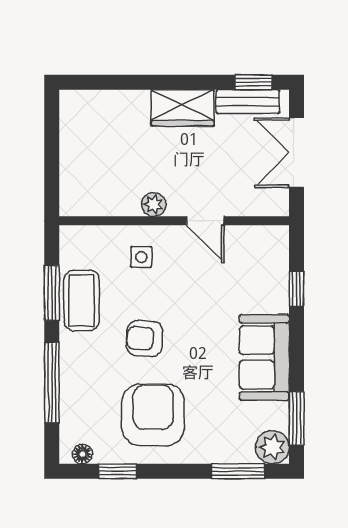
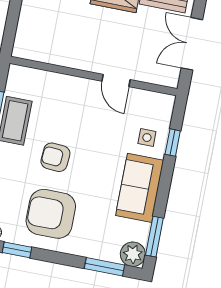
plant: (154, 204) -> (81, 61), removed
side table: (141, 257) -> (147, 138), moved
armchair: (153, 415) -> (51, 214), turned -90

